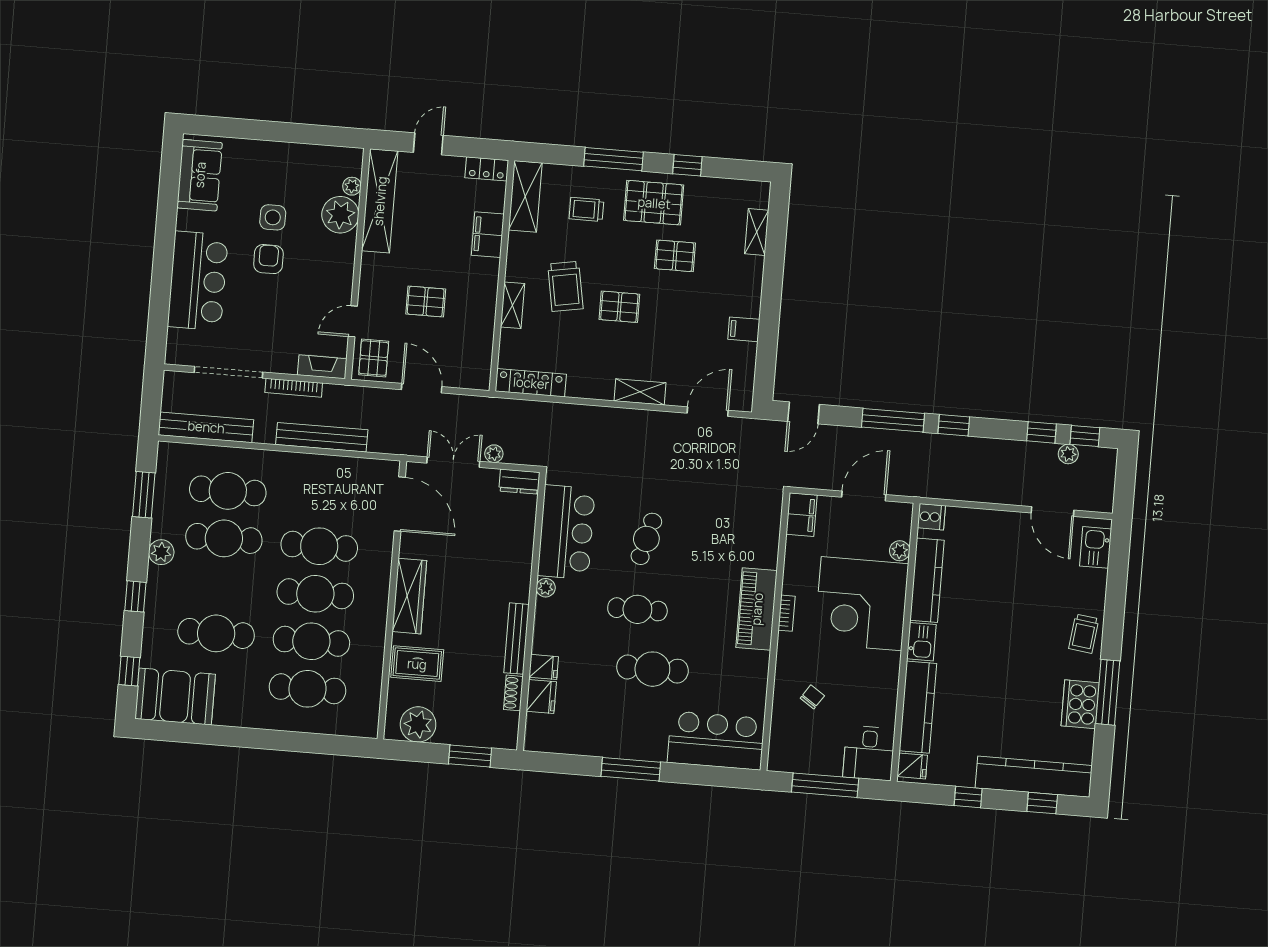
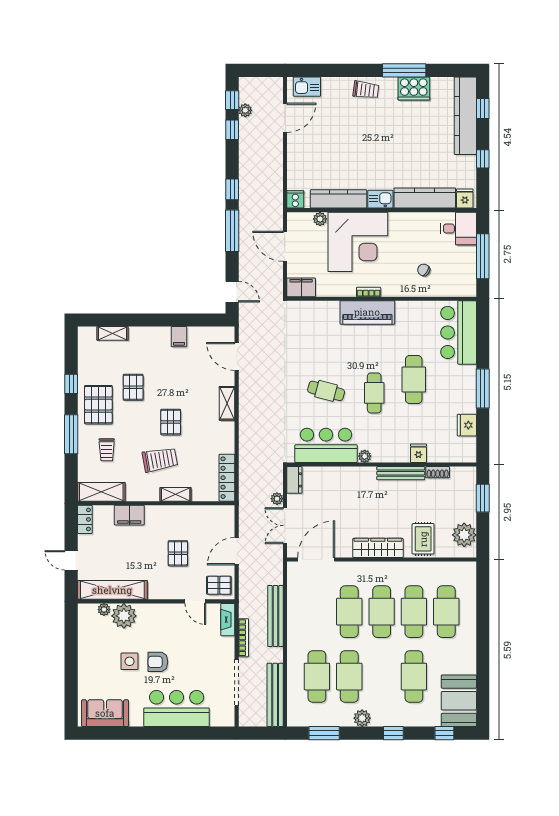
fridge: (541, 697) -> (467, 425), moved, turned -90

